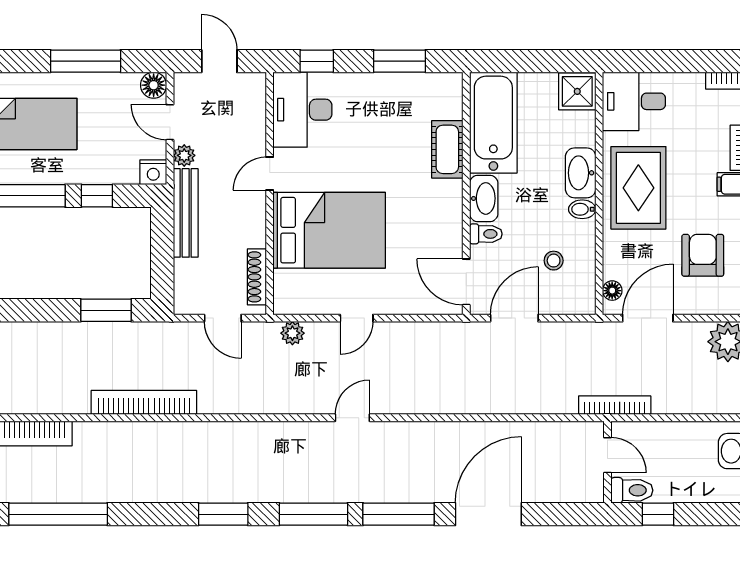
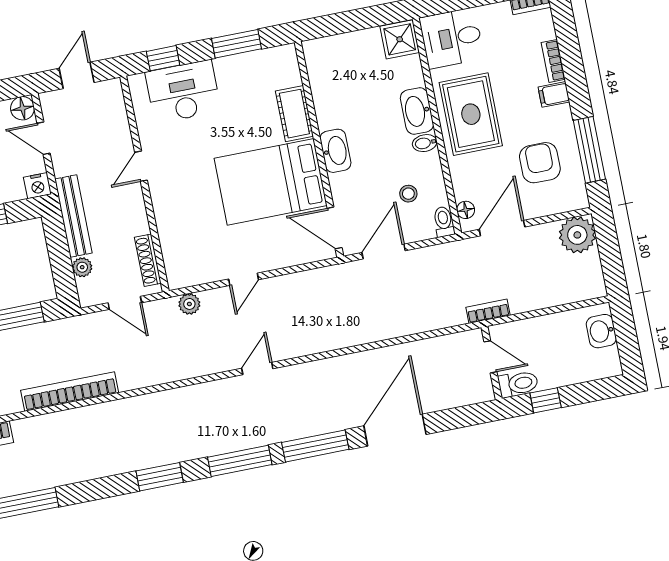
door: (219, 61) -> (77, 75), hinge flipped
desk: (302, 110) -> (183, 92), moved, turned 90
bathtub: (493, 123) -> (331, 82), removed
plant: (184, 155) -> (82, 267), moved
bed: (329, 230) -> (271, 182), moved, turned 180
toilet: (486, 234) -> (444, 222), moved, turned -90
bookcase: (615, 405) -> (488, 311), width x0.64

